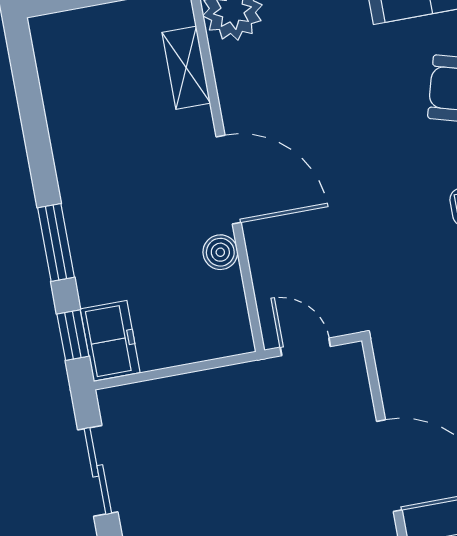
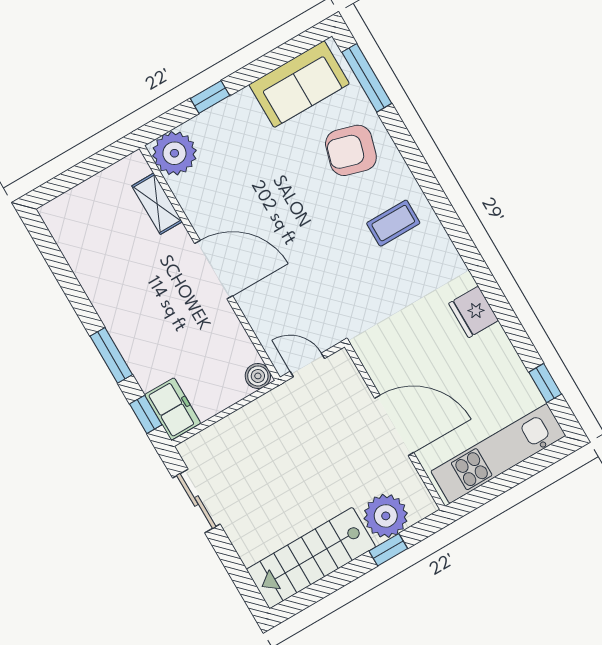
boiler: (220, 252) -> (258, 376), moved

